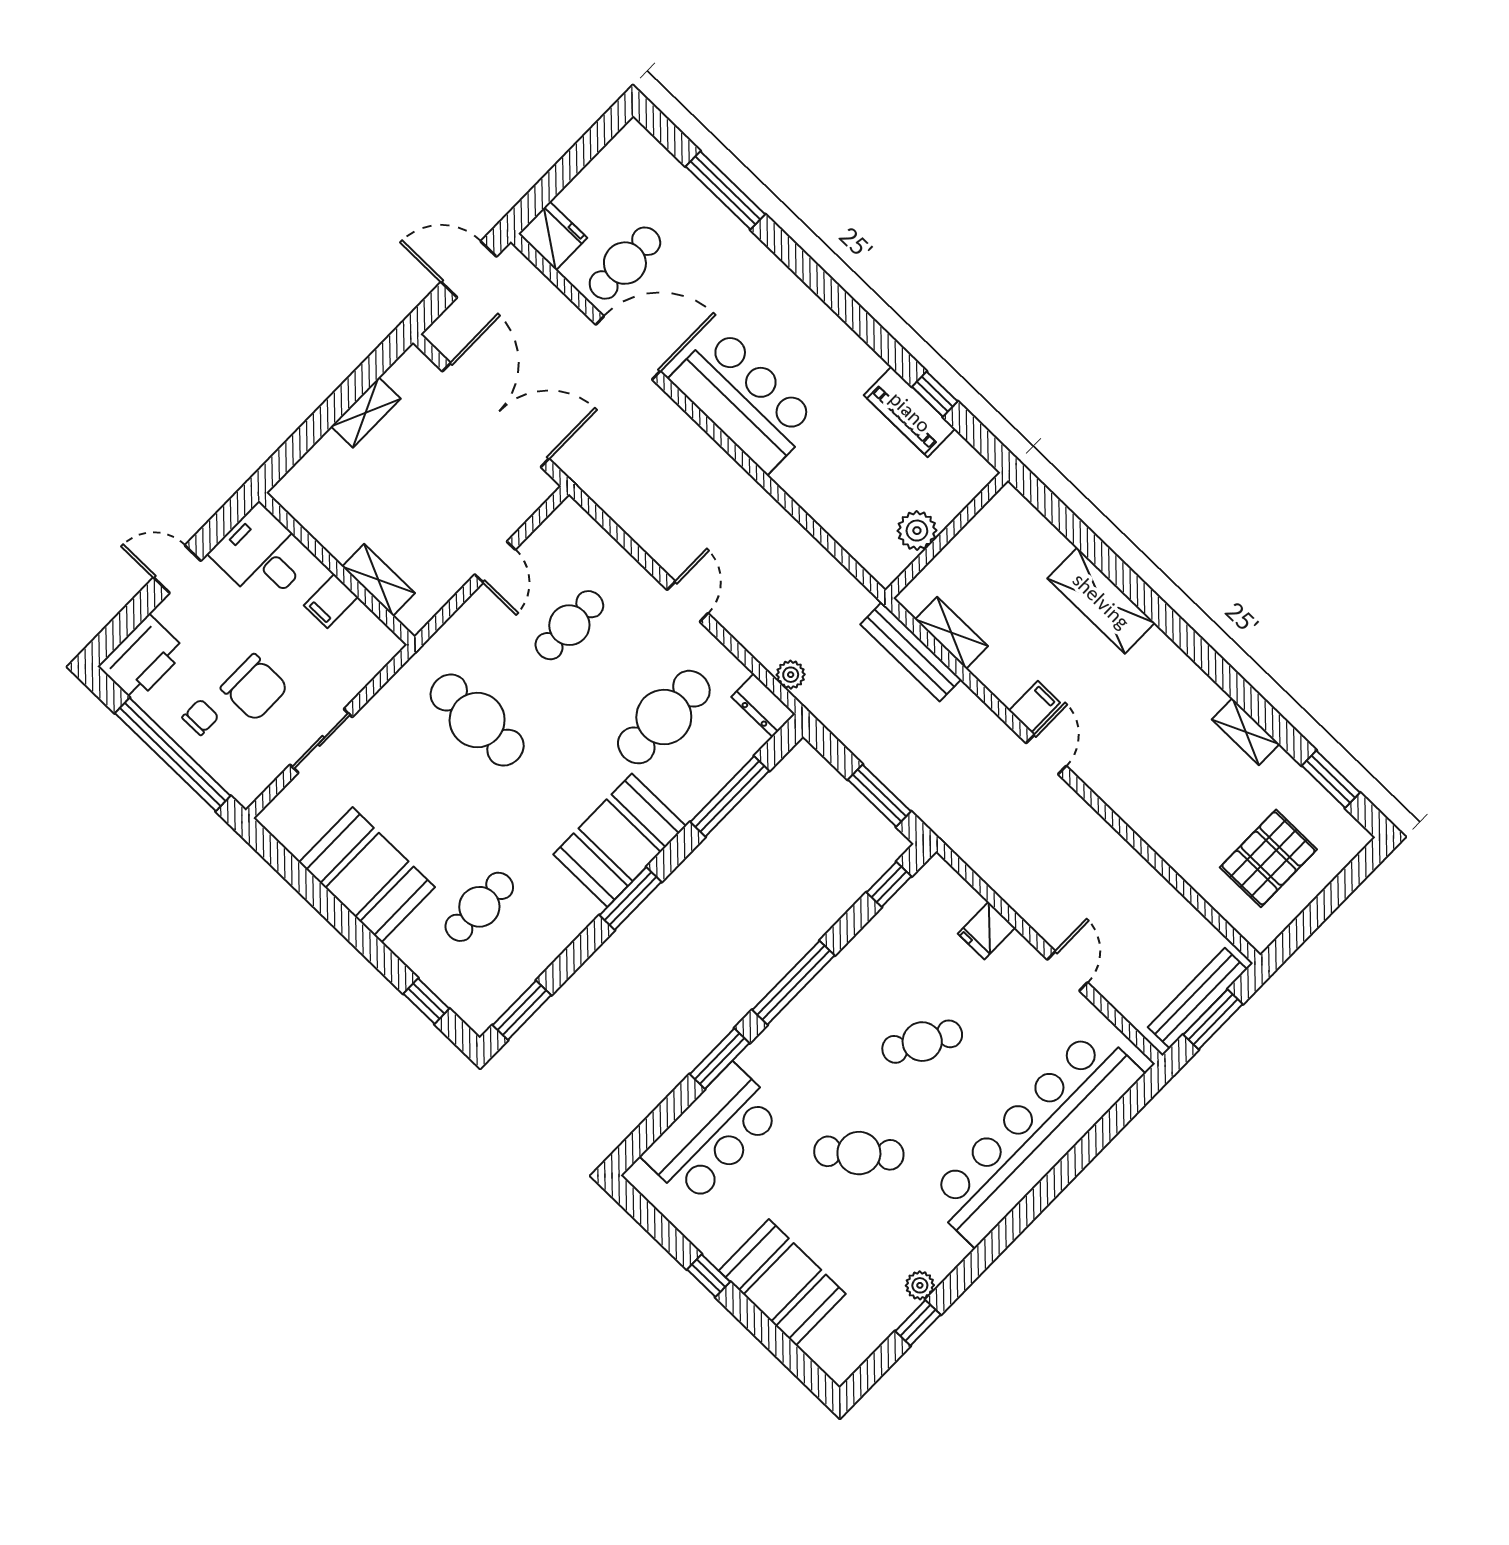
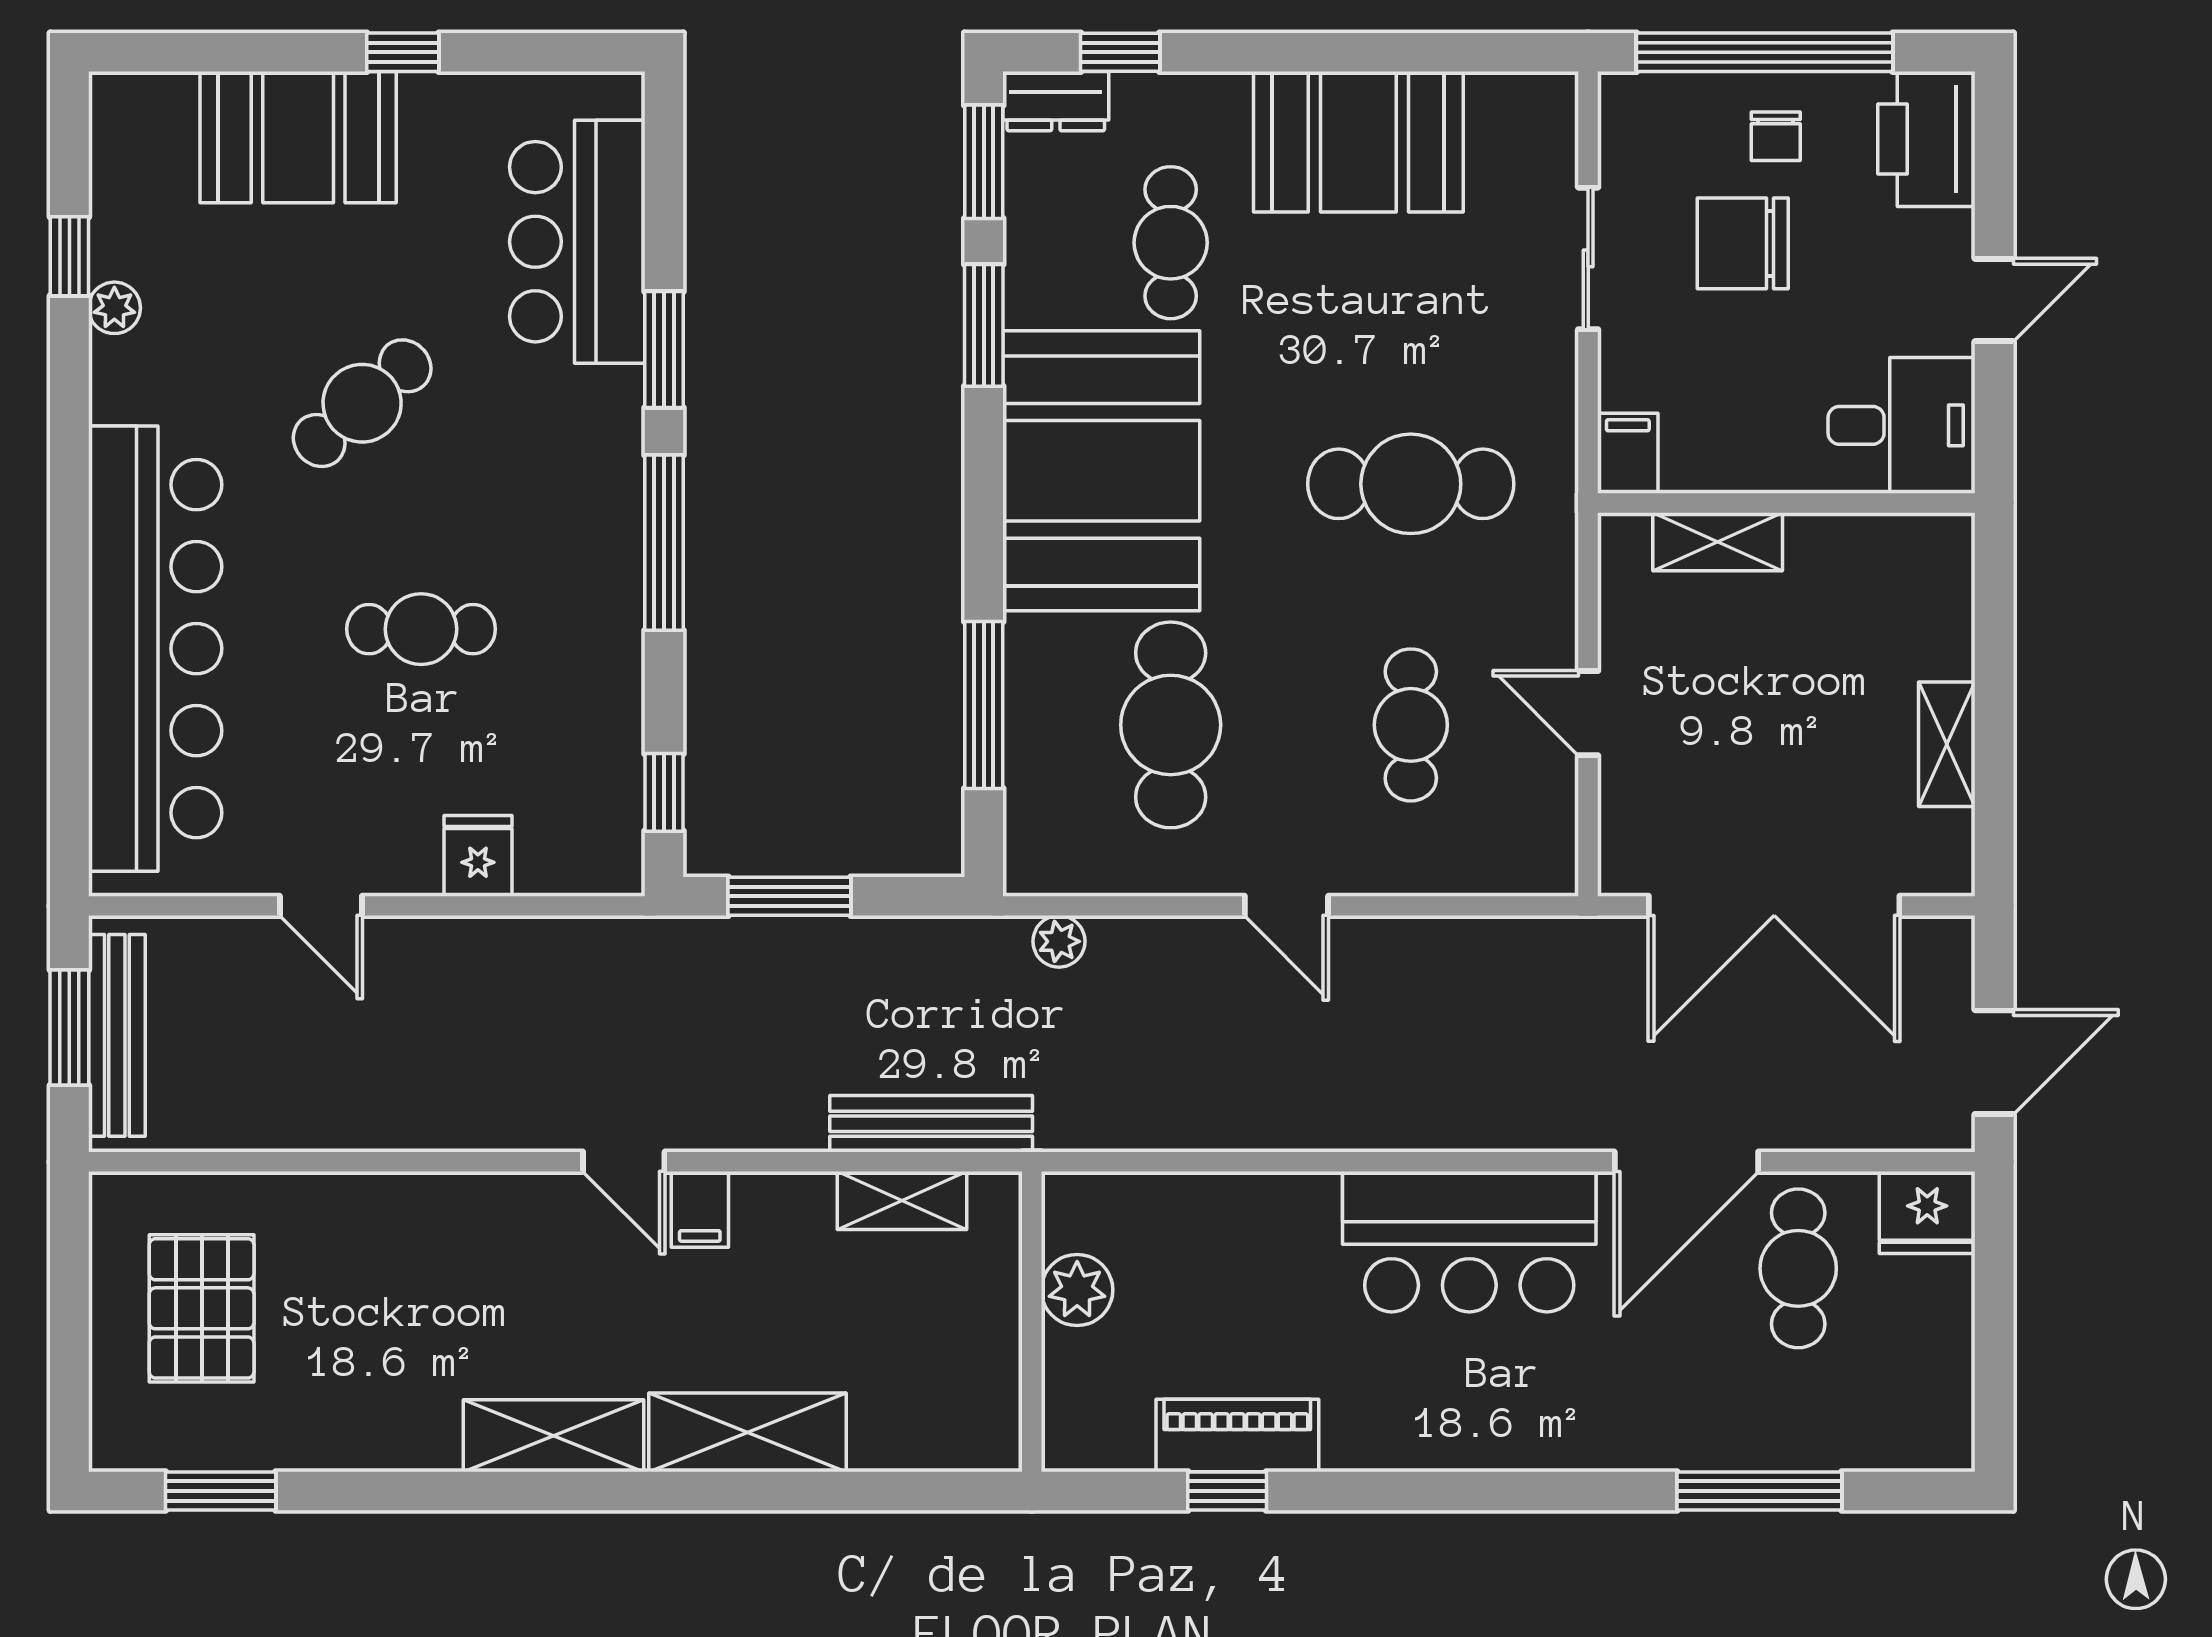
filing cabinet: (331, 601) -> (1628, 453), moved
dresser: (763, 705) -> (1056, 101), moved, turned 180
shelving: (1246, 732) -> (554, 1436), moved, width x1.50, depth x1.33
booth: (620, 840) -> (1101, 471), width x1.36, depth x1.42
window: (630, 899) -> (984, 325), moved
cafe table: (922, 1042) -> (421, 629), turned 60

